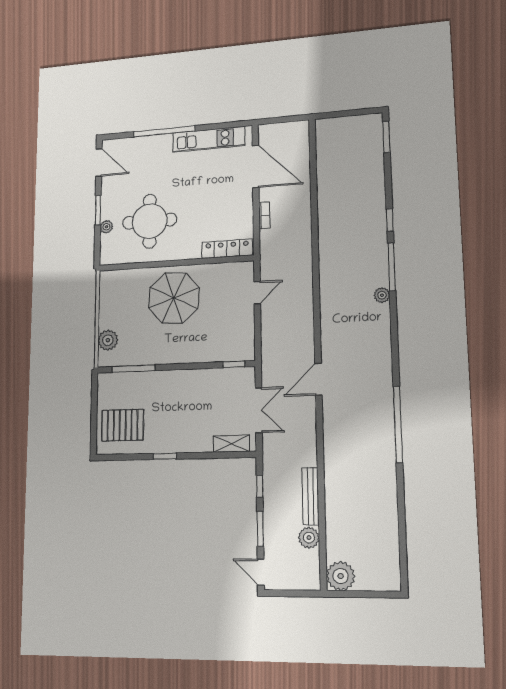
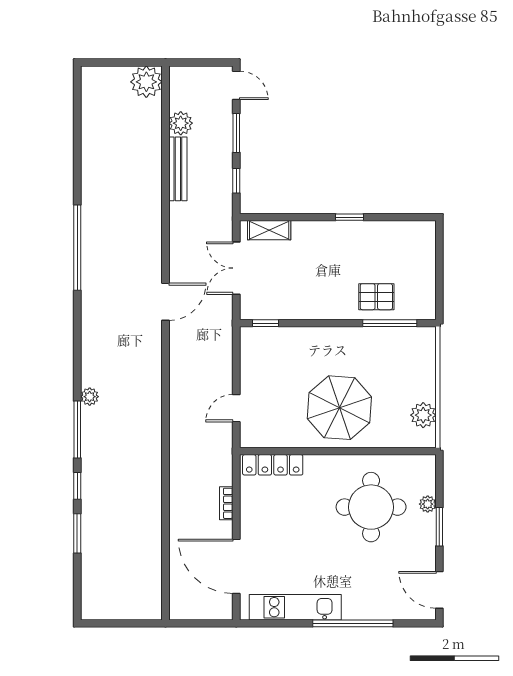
window: (386, 137) -> (77, 533), moved
plant: (108, 340) -> (423, 415), moved
pallet: (123, 425) -> (376, 297), moved, width x0.67, depth x0.71

